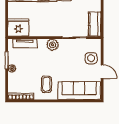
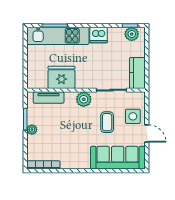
fridge: (18, 28) -> (61, 77), moved
coffee table: (46, 84) -> (107, 122), moved

